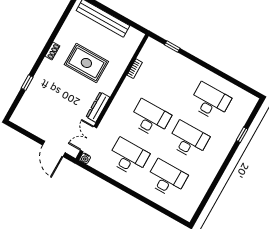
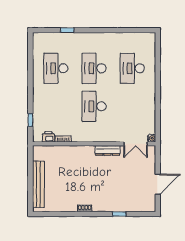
printer: (145, 55) -> (48, 137), added
rug: (86, 63) -> (79, 178), removed
door: (54, 149) -> (158, 184), moved
desk: (128, 157) -> (132, 106), removed

